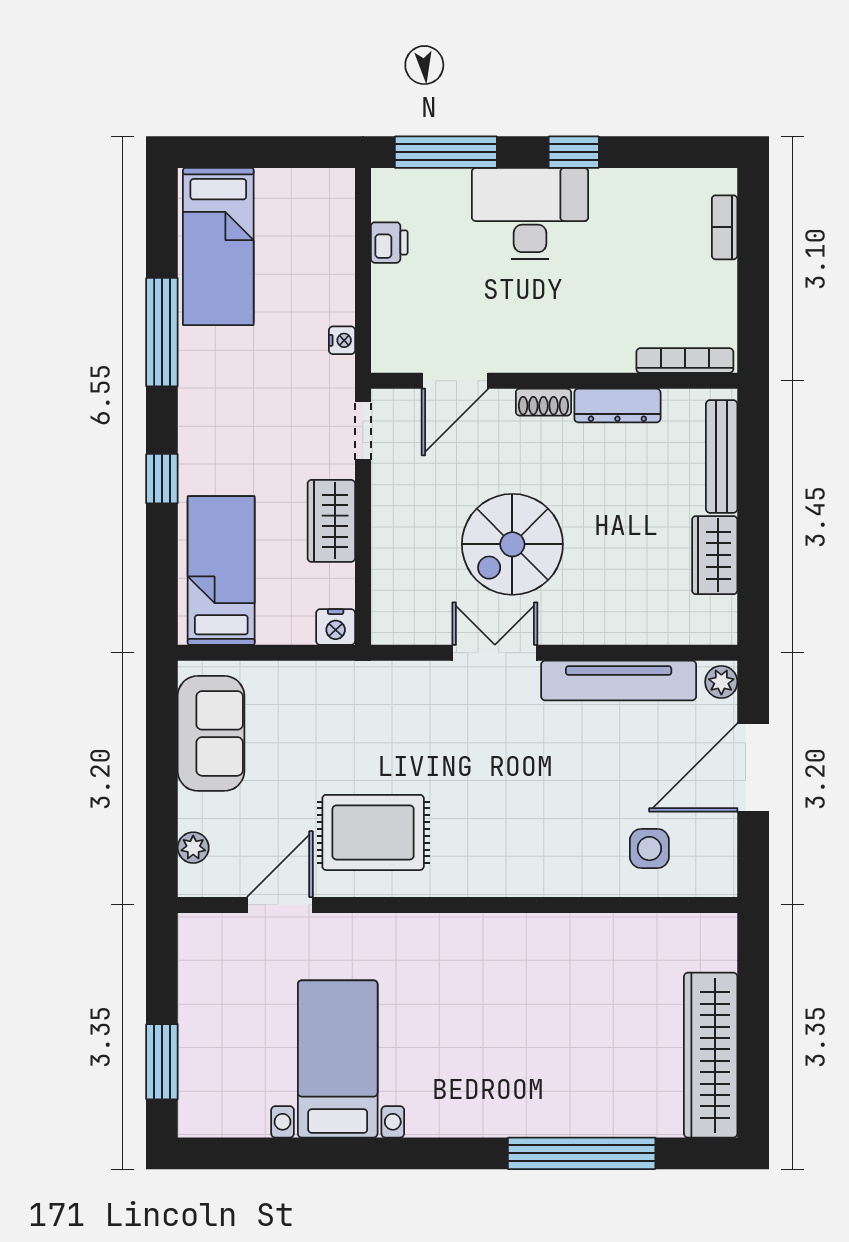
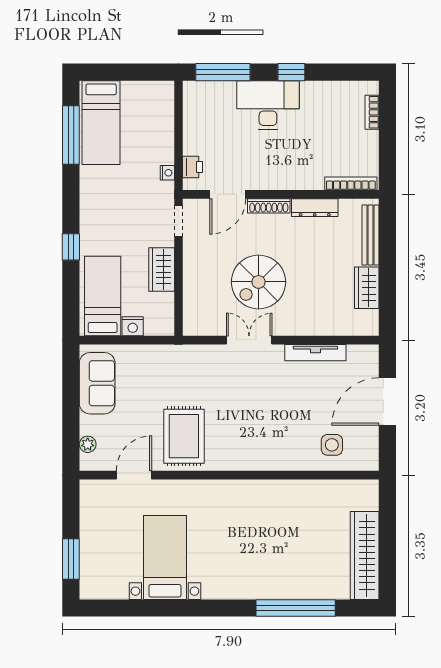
printer: (389, 243) -> (193, 167), moved
window: (162, 332) -> (71, 135), moved
shoe rack: (543, 402) -> (269, 206), width x1.43
nightstand: (336, 627) -> (133, 326), moved
tv unit: (619, 680) -> (315, 353), width x0.73, depth x0.78
plant: (721, 682) -> (370, 356), removed
rug: (373, 832) -> (184, 436), turned 90

